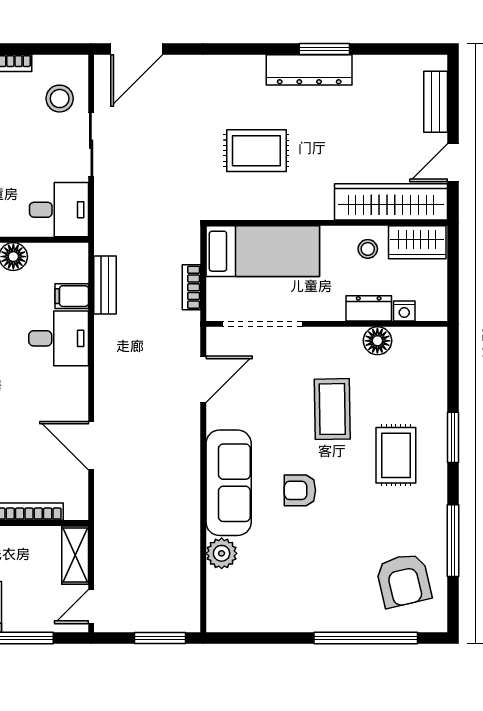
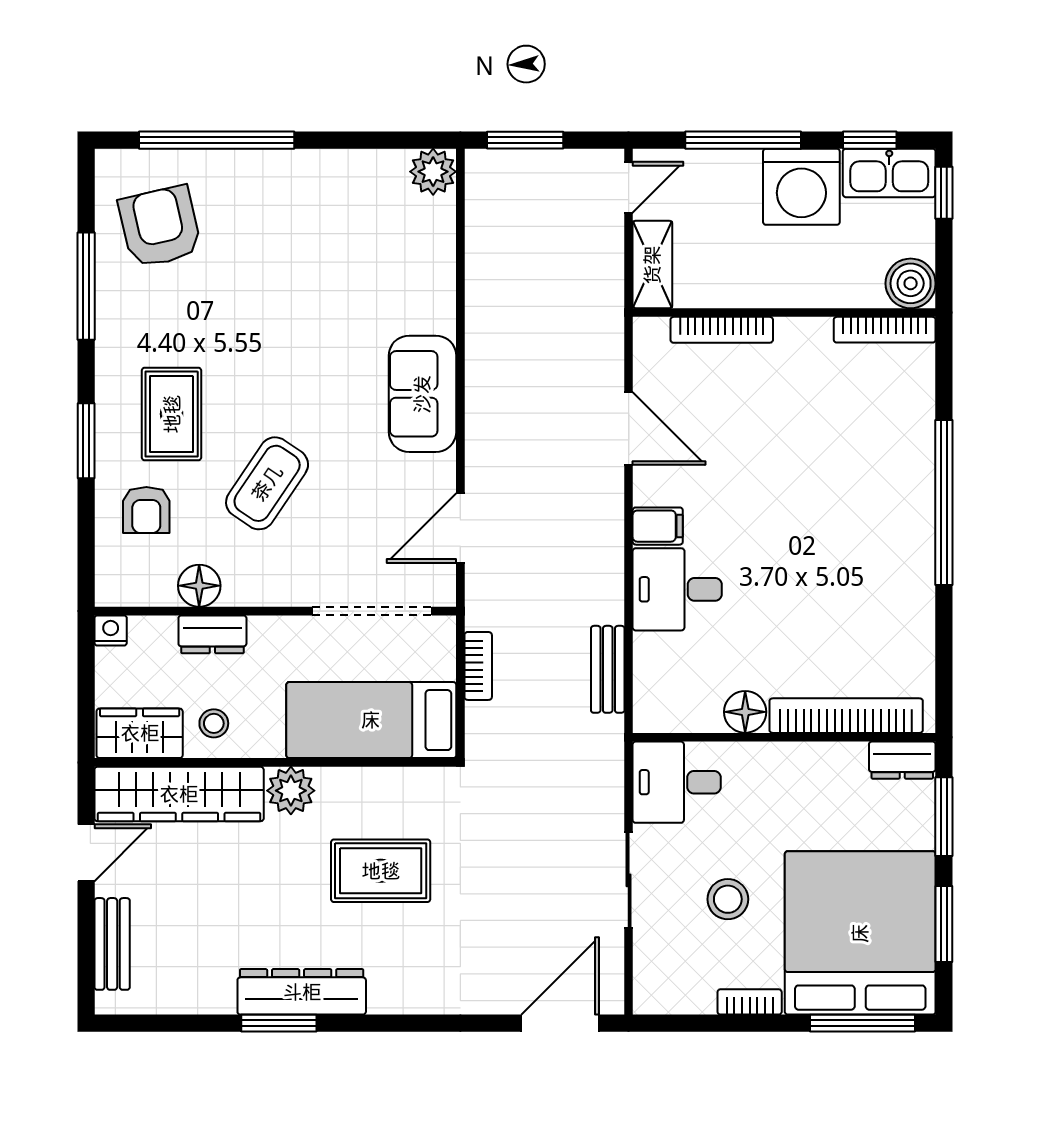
stool: (60, 99) -> (728, 899), moved
plant: (316, 204) -> (291, 791), added
filing cabinet: (72, 296) -> (658, 526), moved
nightstand: (404, 311) -> (111, 630), moved
coffee table: (332, 409) -> (267, 483), turned 35
sofa: (229, 483) -> (422, 394), width x0.73
armchair: (300, 490) -> (146, 510), moved, turned 90
plant: (222, 553) -> (433, 172), moved

